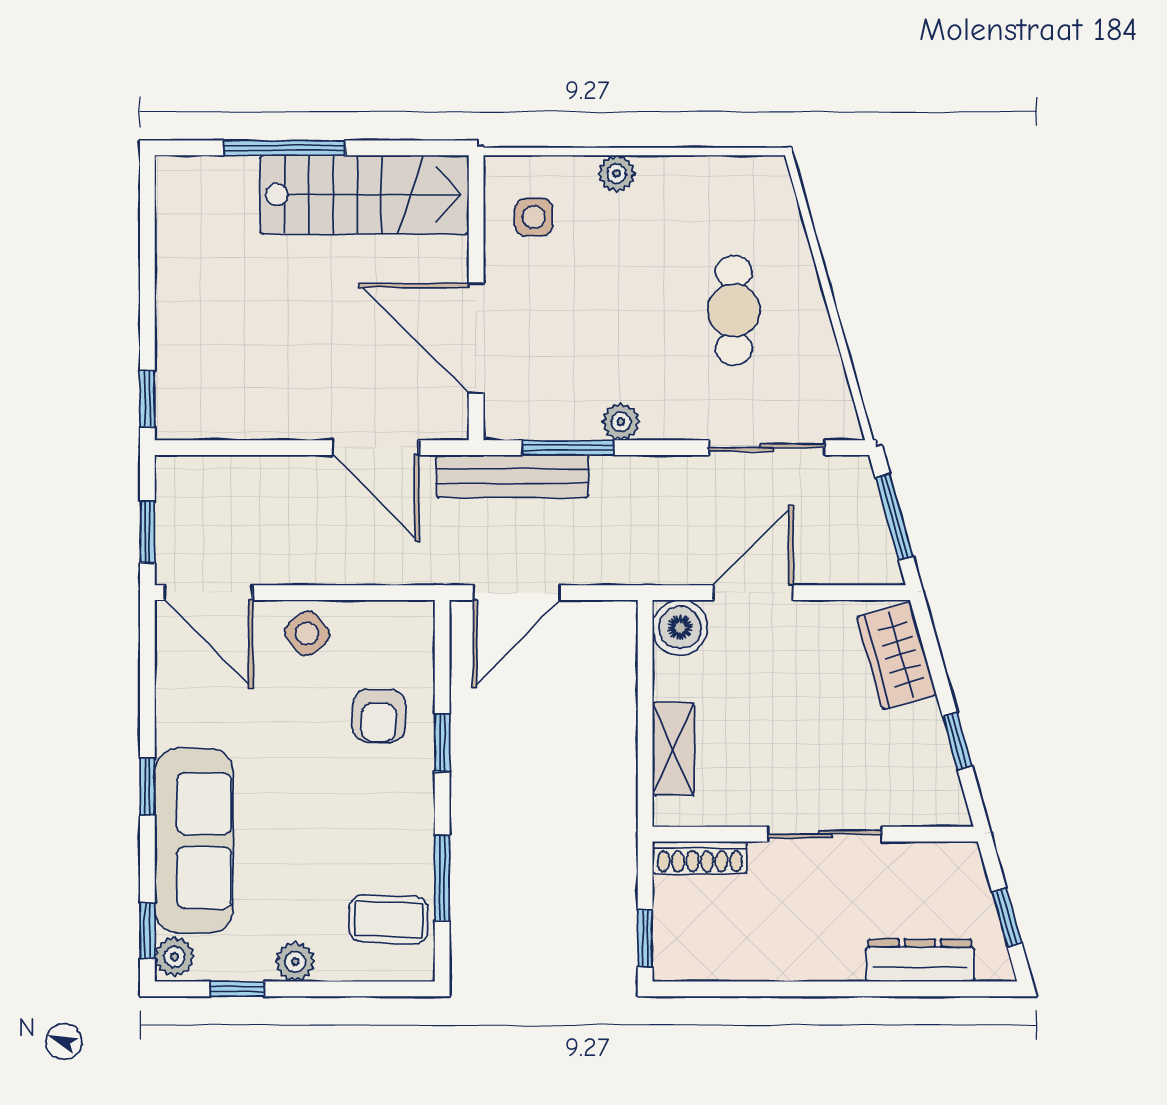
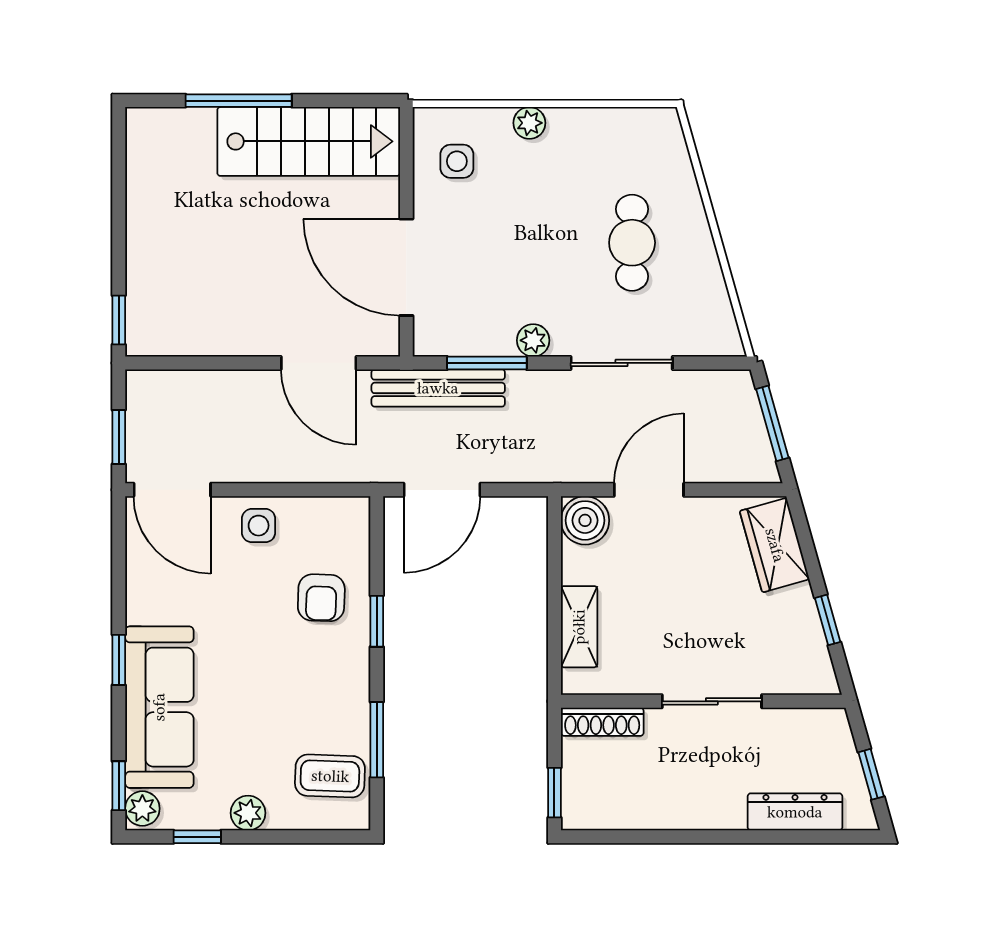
sliding door: (767, 448) -> (622, 363), moved
side table: (307, 633) -> (259, 526), turned 38

